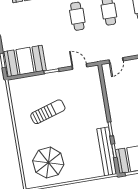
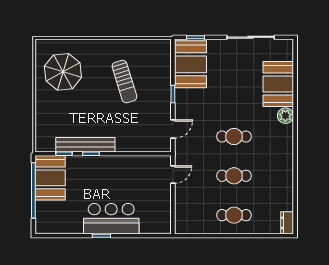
door: (116, 60) -> (173, 175), swing flipped
bench: (107, 151) -> (85, 145), moved

